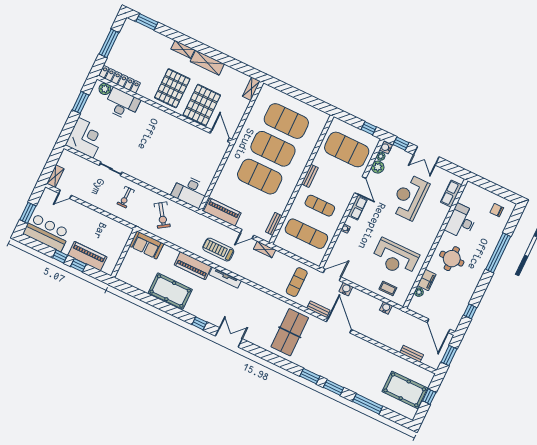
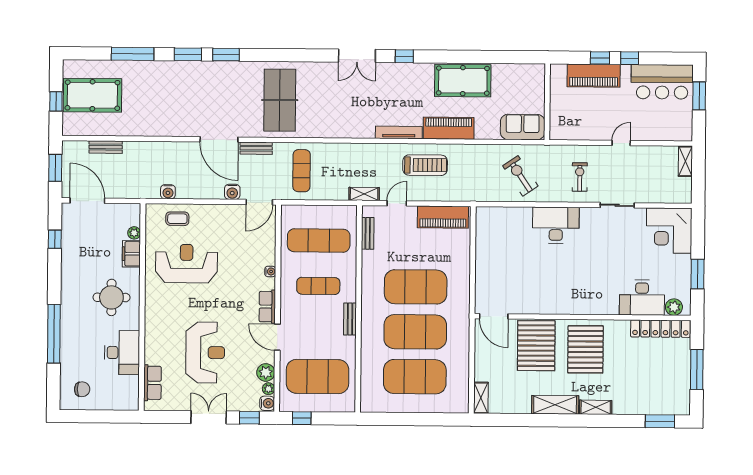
desk: (190, 191) -> (556, 225), moved
door: (65, 194) -> (621, 143), moved

